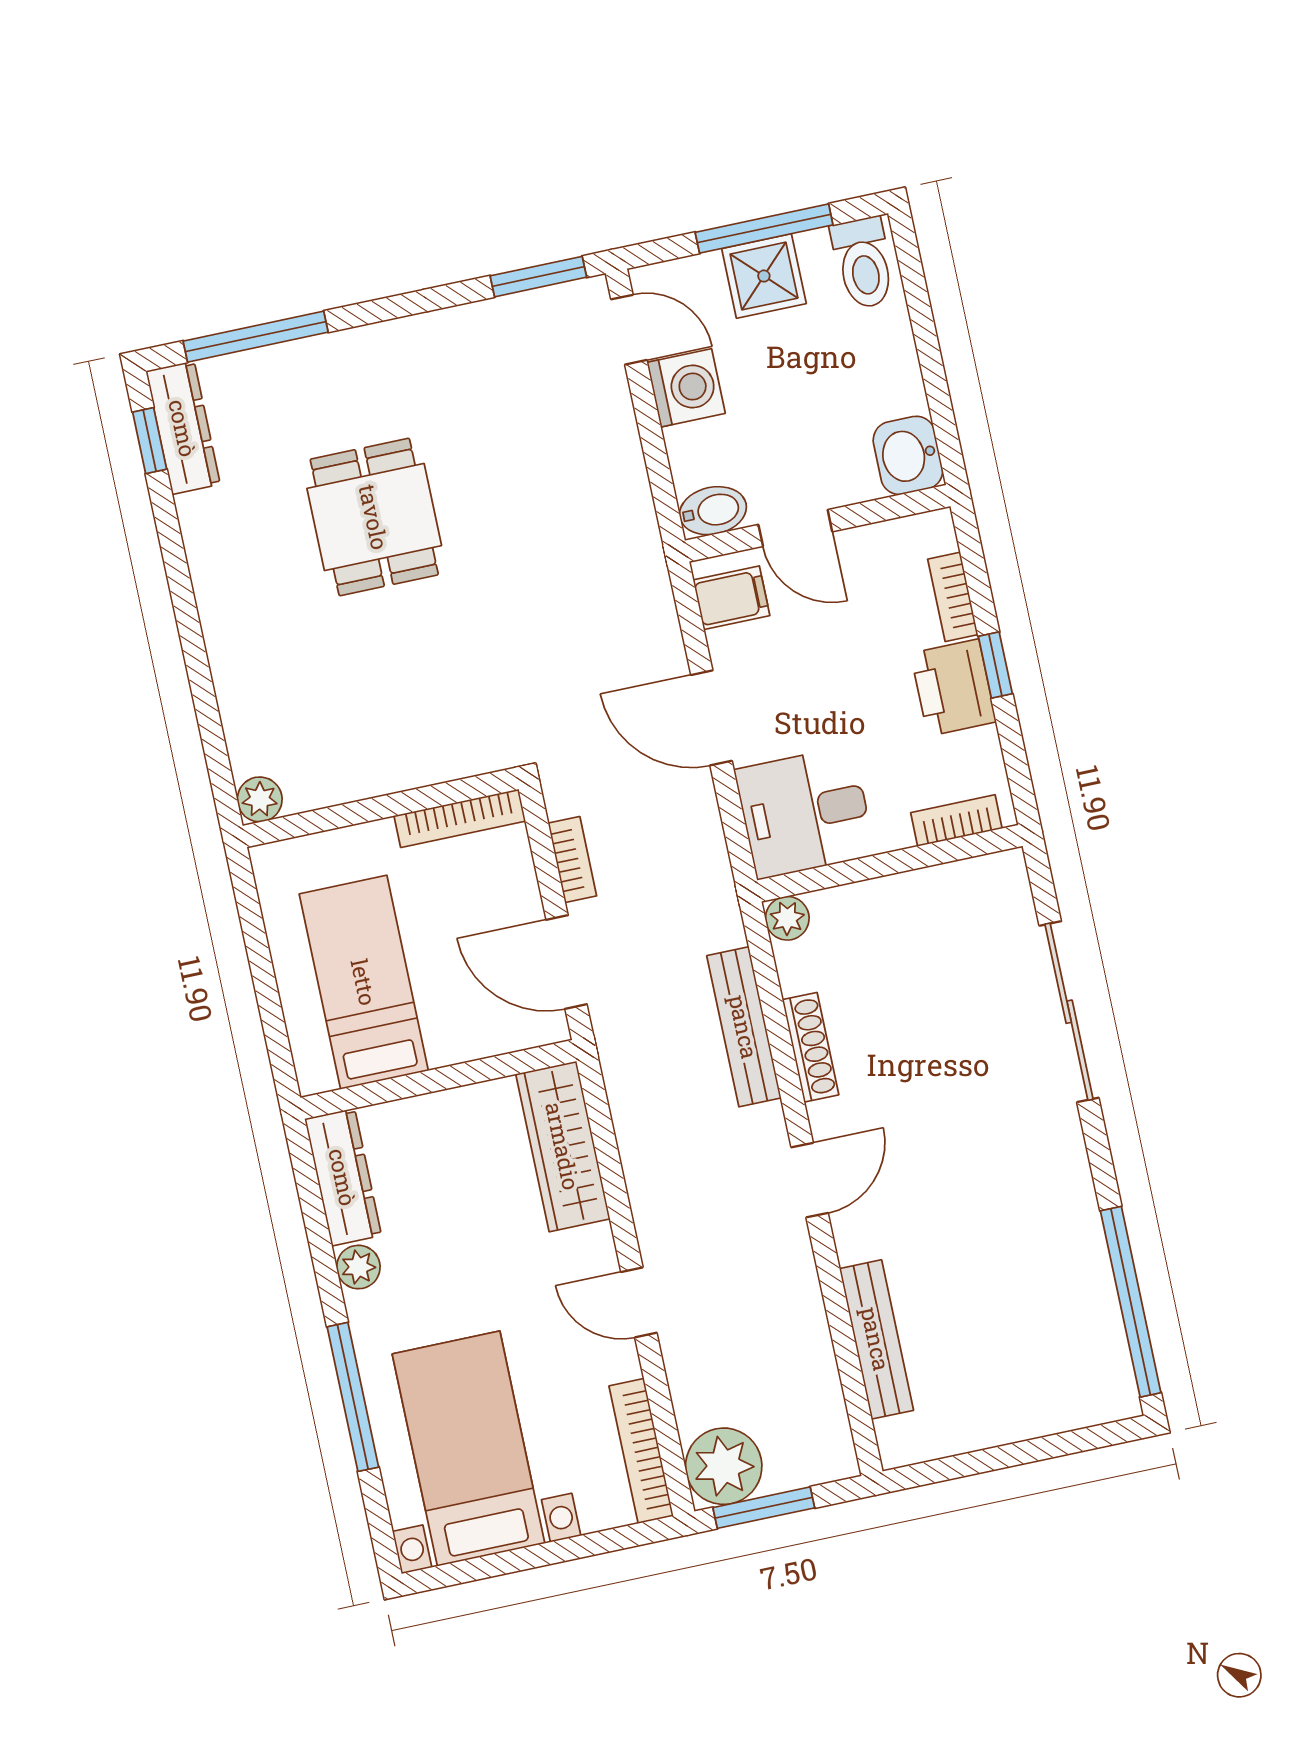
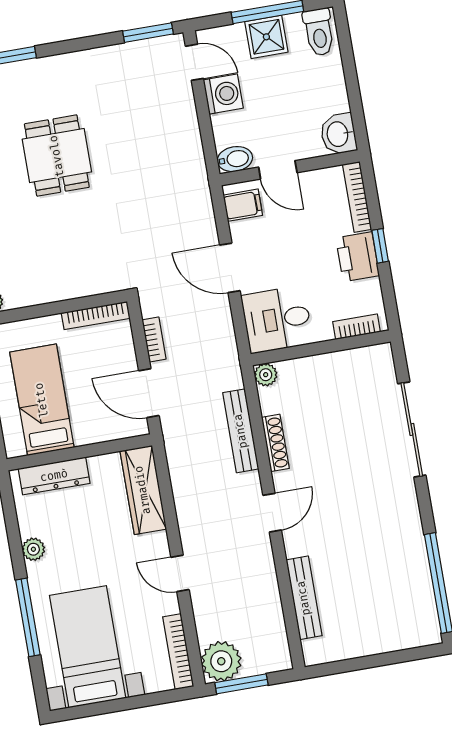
bookcase: (953, 597) -> (357, 197), width x1.56
dresser: (343, 1177) -> (54, 476), moved, turned 90

